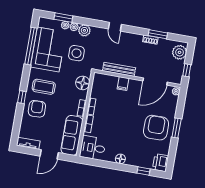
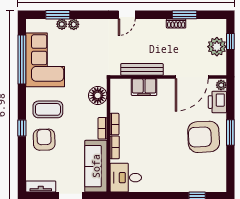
door: (115, 27) -> (127, 15), hinge flipped
plant: (84, 30) -> (88, 27), removed
plant: (180, 52) -> (217, 47), moved
side table: (76, 53) -> (83, 58), removed
window: (187, 70) -> (230, 41), moved
filing cabinet: (123, 84) -> (144, 87), width x2.00
armchair: (156, 128) -> (204, 137), turned -93
floor lamp: (120, 159) -> (164, 186), removed
printer: (160, 163) -> (217, 102), moved

